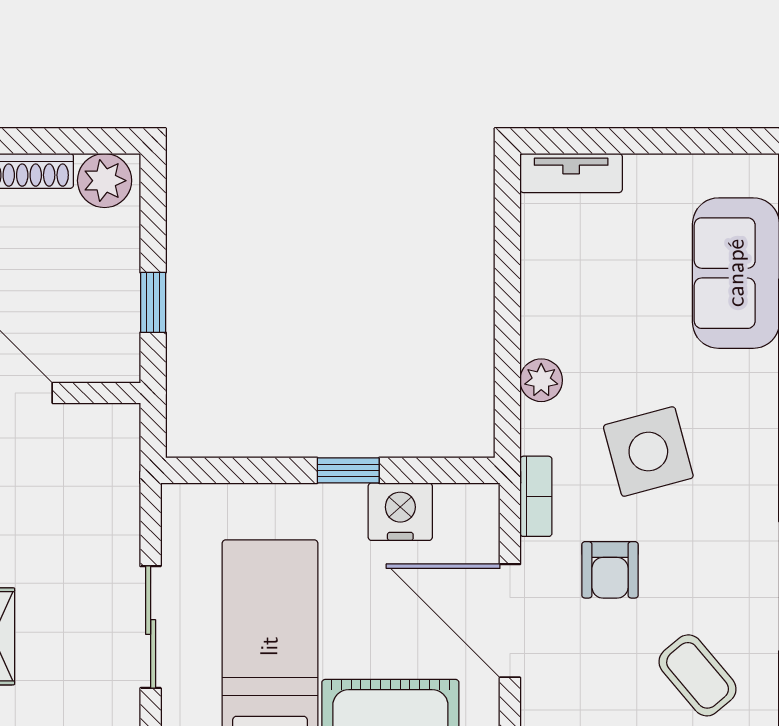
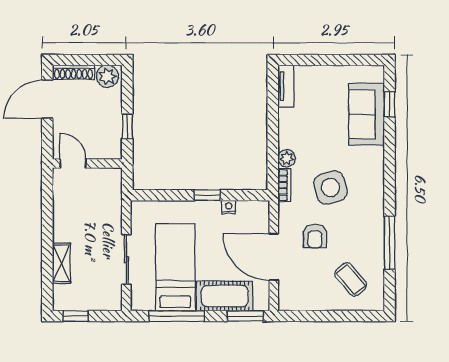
tv unit: (571, 173) -> (286, 86), moved, turned -90
bookcase: (536, 496) -> (284, 185), moved
nightstand: (400, 512) -> (229, 207), width x0.53, depth x0.56

